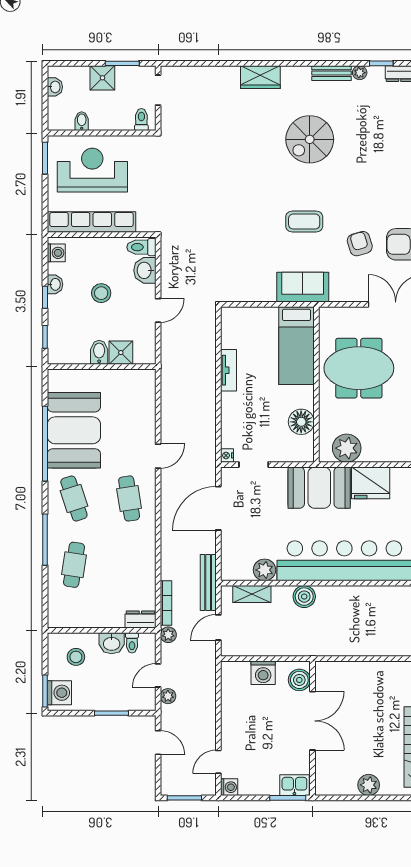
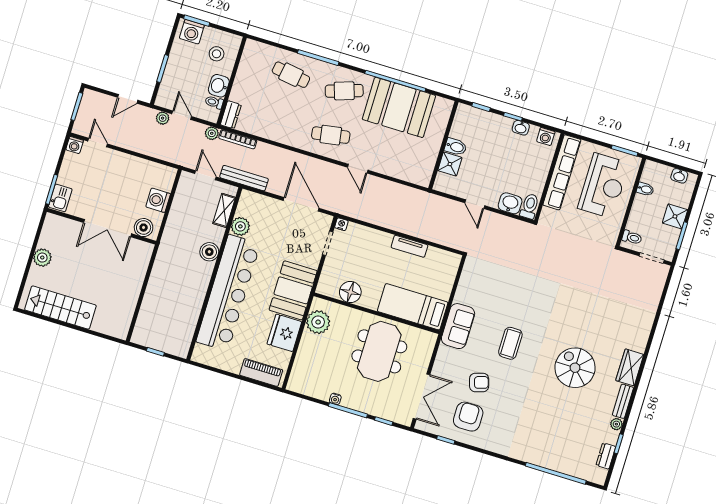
wardrobe: (260, 77) -> (630, 367), moved
stool: (101, 293) -> (502, 163), removed

